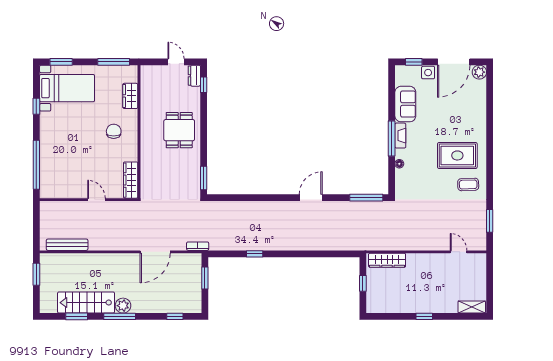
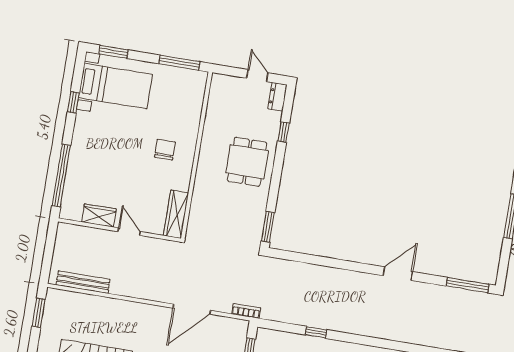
window: (204, 85) -> (284, 132), moved
wardrobe: (130, 96) -> (99, 215), moved, turned 90

